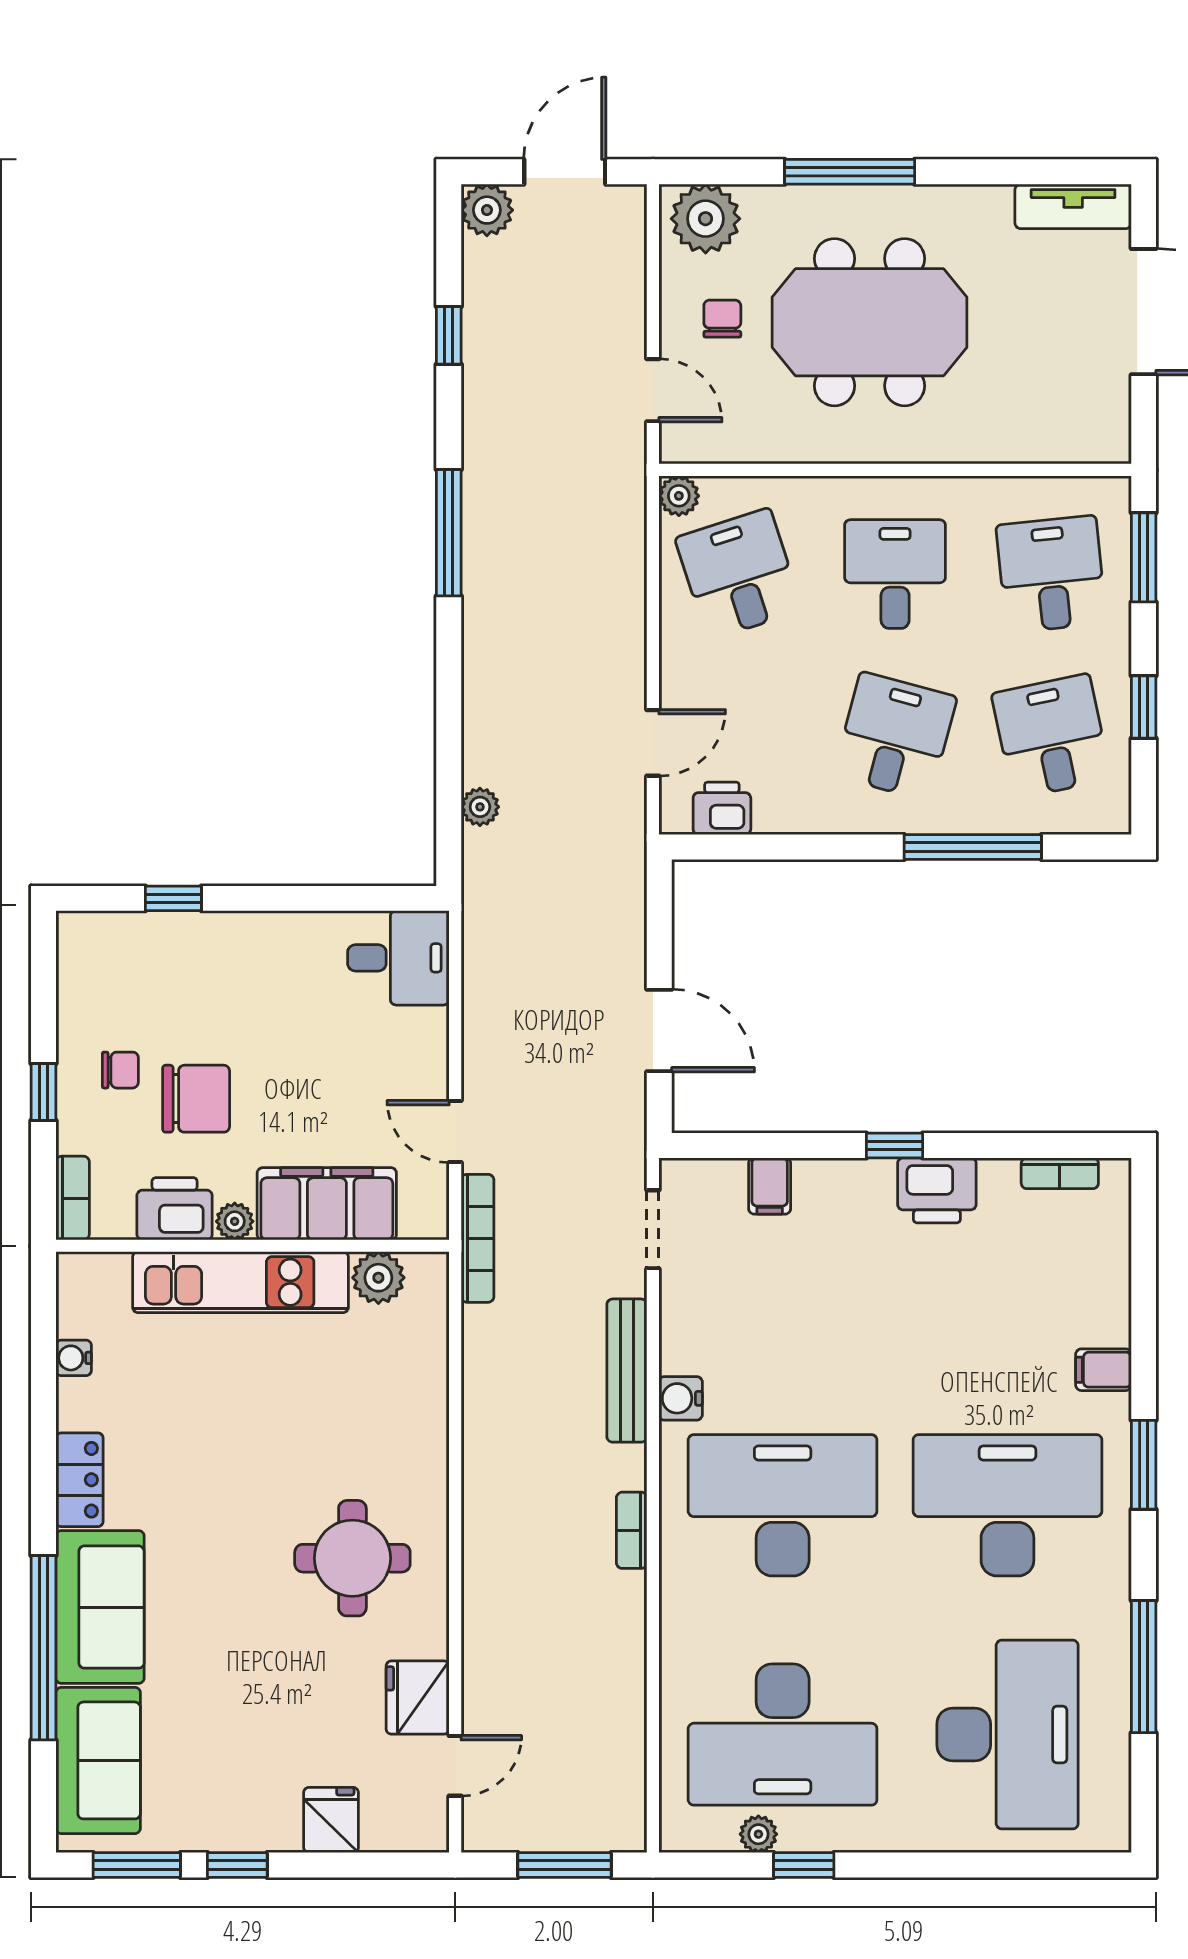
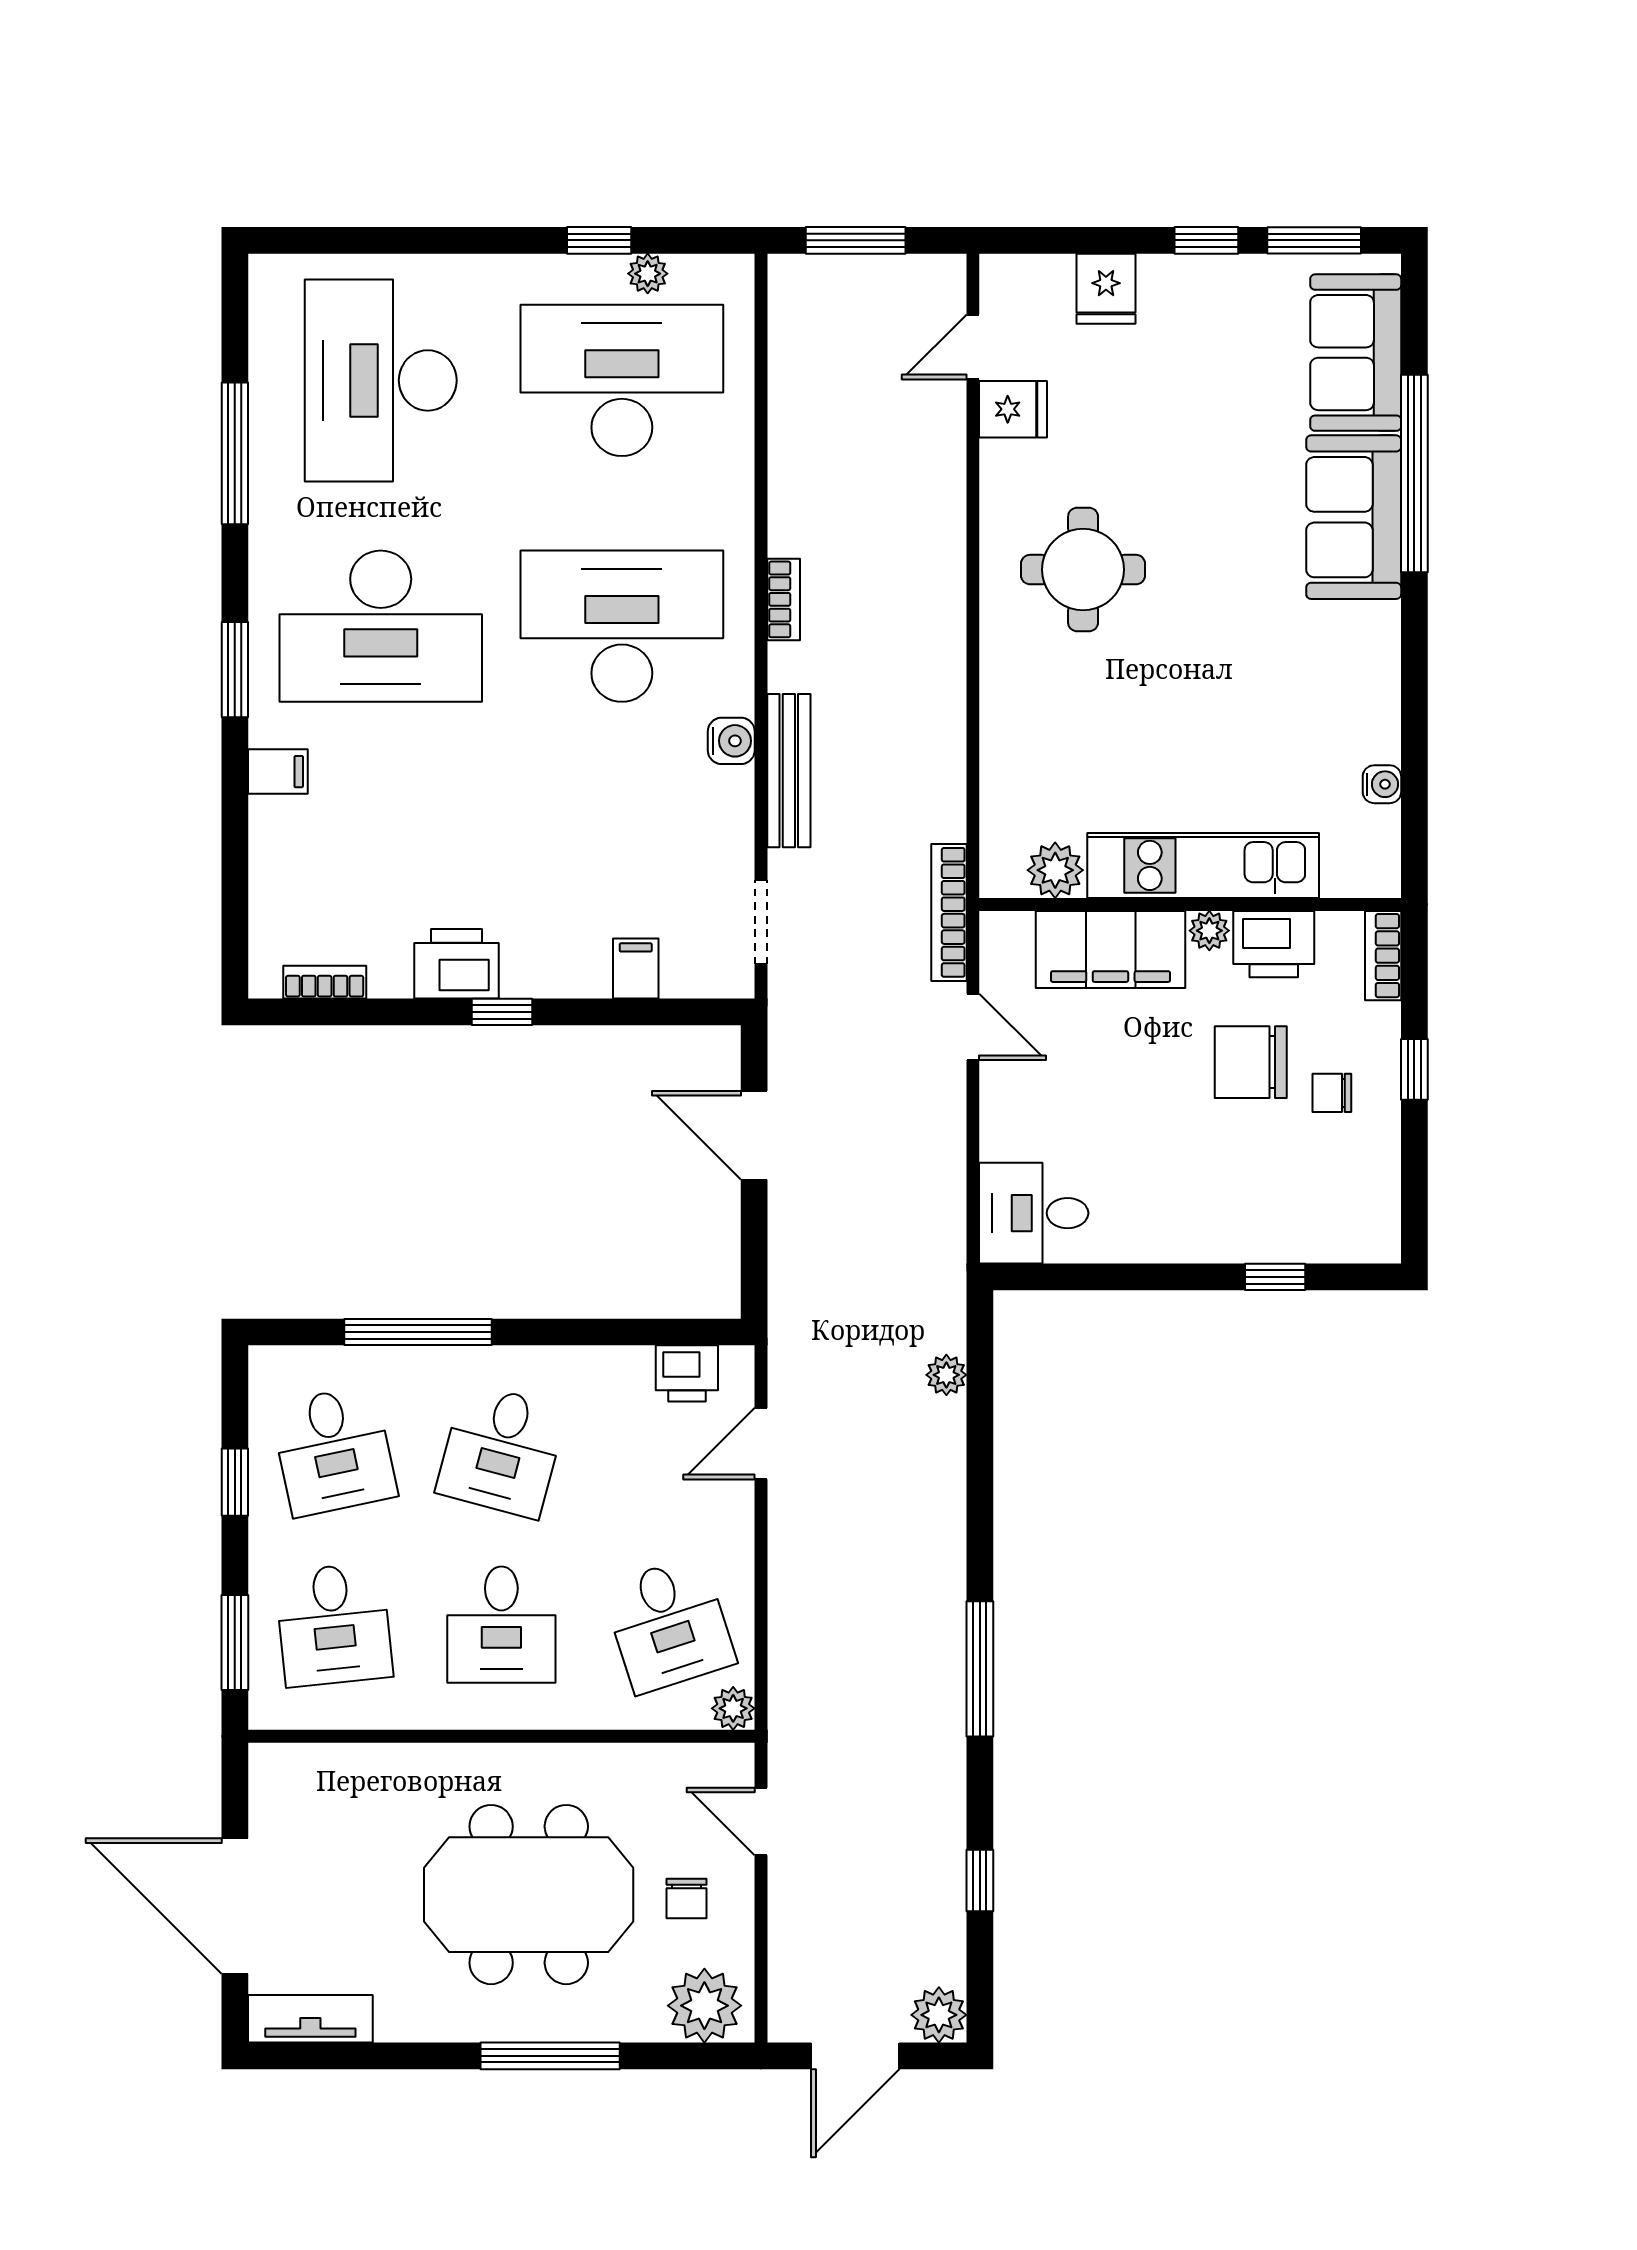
locker: (80, 1480) -> (1376, 654), removed
desk: (783, 1505) -> (622, 626), turned 180
fridge: (418, 1698) -> (1013, 409), width x0.72

